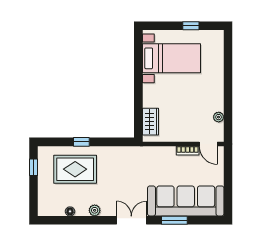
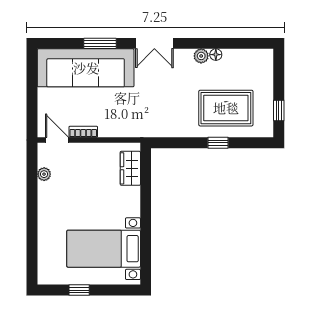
floor lamp: (70, 211) -> (216, 55), moved

